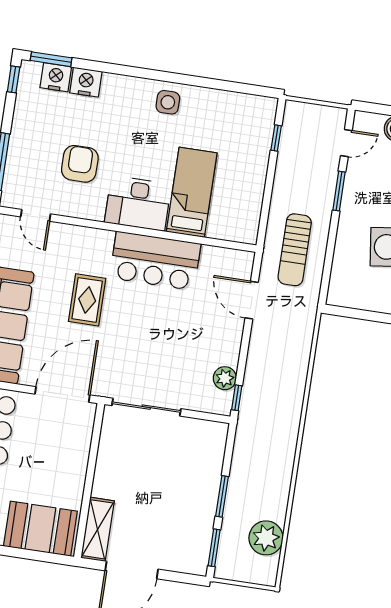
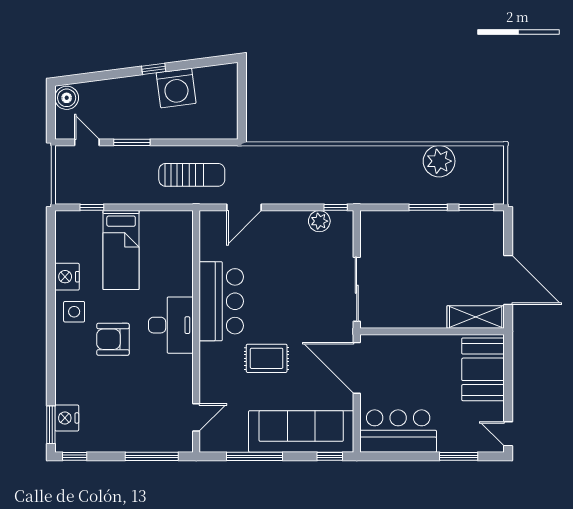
nightstand: (86, 82) -> (67, 277), moved
armchair: (80, 164) -> (113, 339), moved
bed: (192, 192) -> (121, 250), moved, turned -90
plant: (266, 538) -> (439, 161), moved

